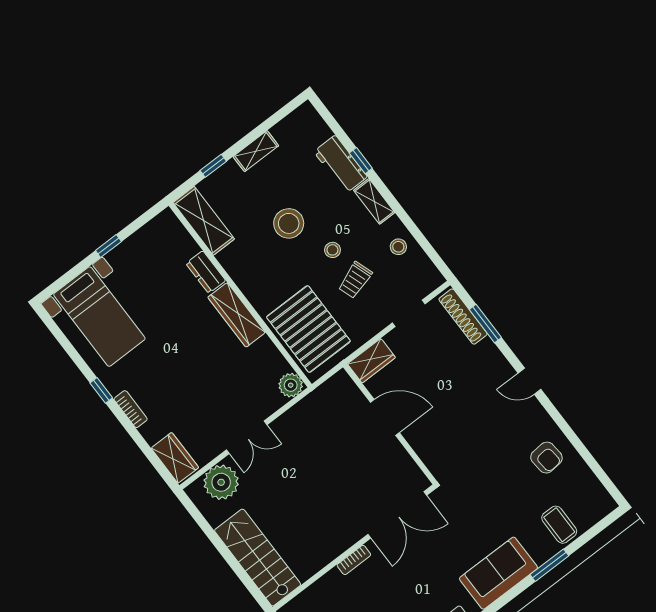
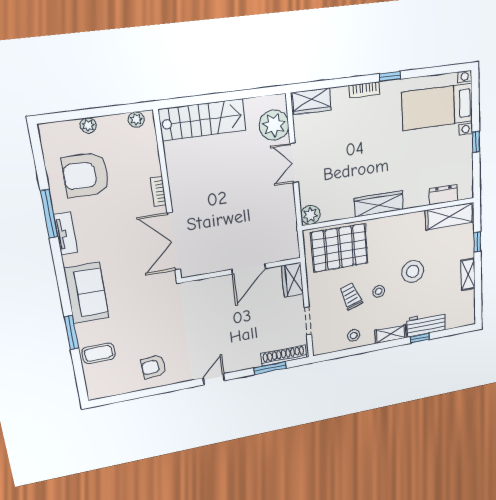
dresser: (206, 272) -> (444, 195), moved

